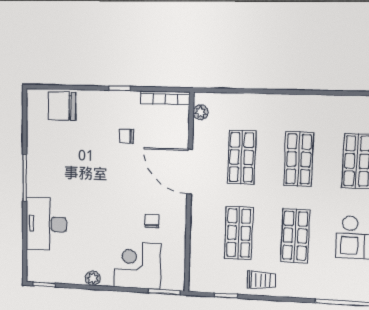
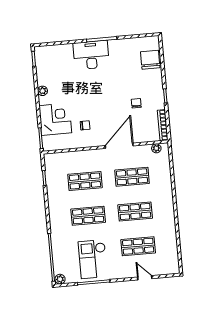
desk: (46, 224) -> (91, 55), moved
trolley: (261, 280) -> (57, 199), removed

